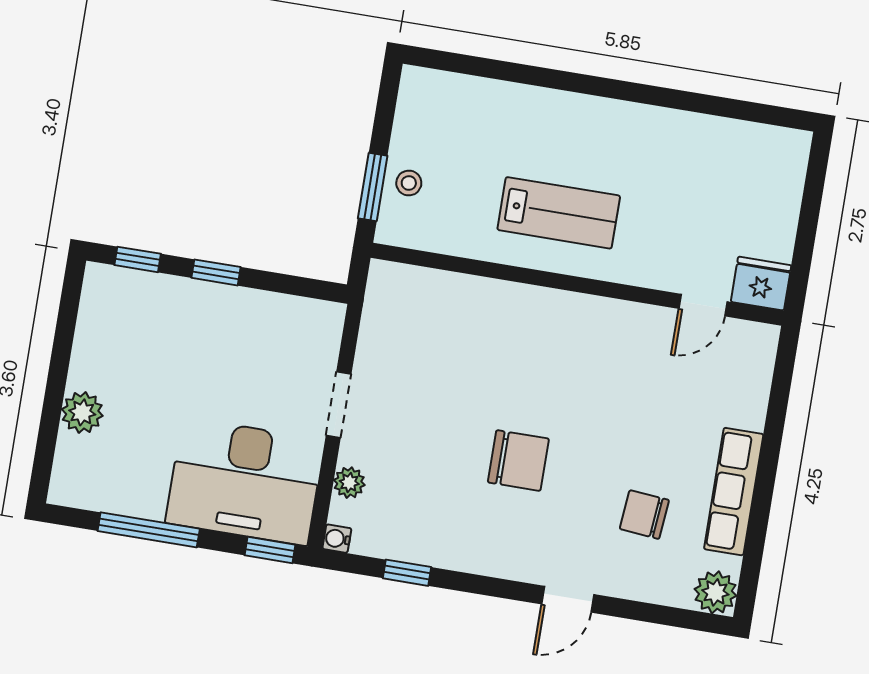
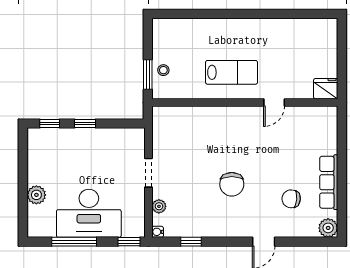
door: (703, 305) -> (274, 102), moved
chair: (518, 461) -> (232, 184), turned 90
desk: (245, 481) -> (89, 213), moved

